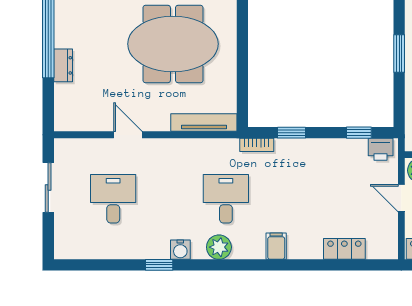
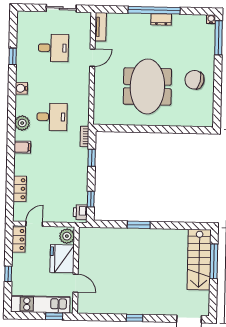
dresser: (63, 65) -> (161, 19), moved
tv unit: (204, 123) -> (101, 27), moved, width x0.71
door: (401, 198) -> (34, 224), moved
plant: (219, 247) -> (22, 123), moved
window: (159, 265) -> (13, 56), moved

